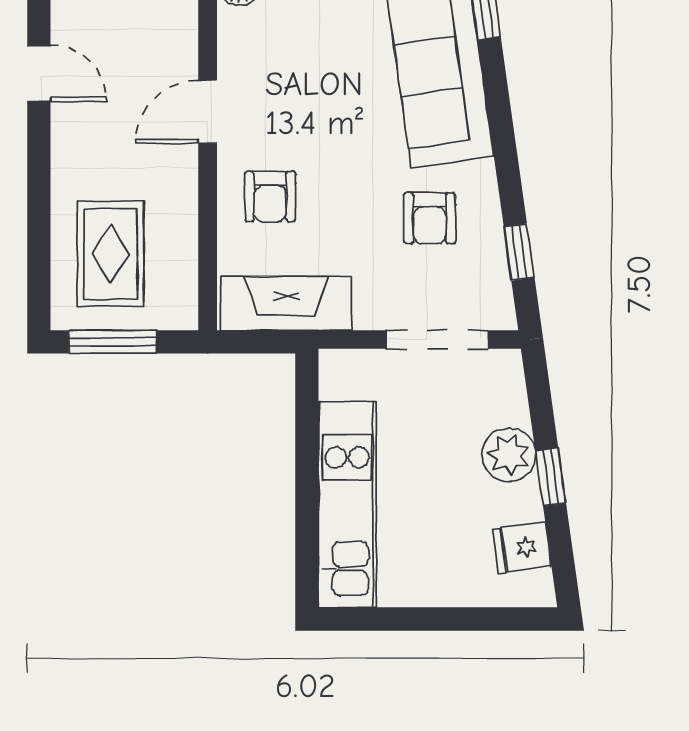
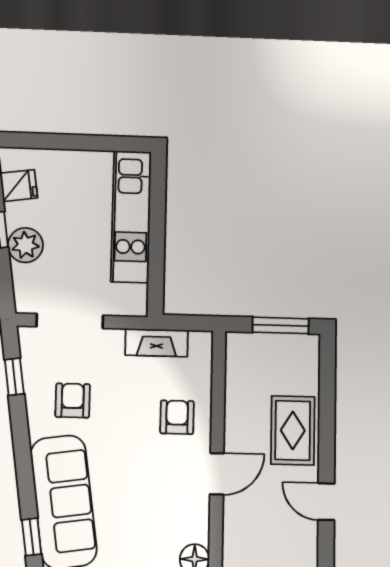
rug: (111, 254) -> (293, 430), moved
fireplace: (286, 303) -> (157, 343), width x0.73, depth x0.76

